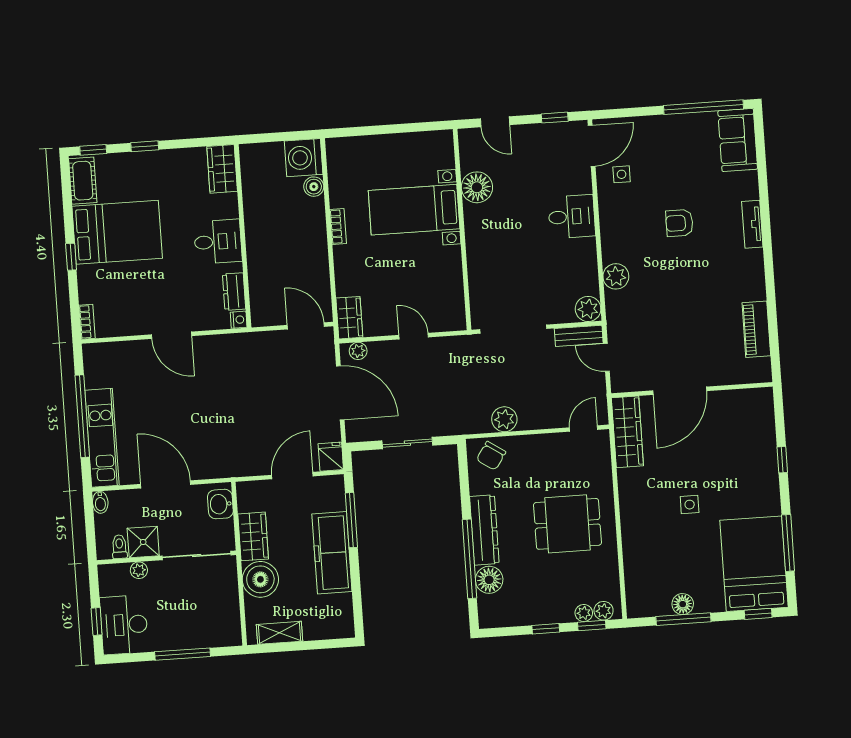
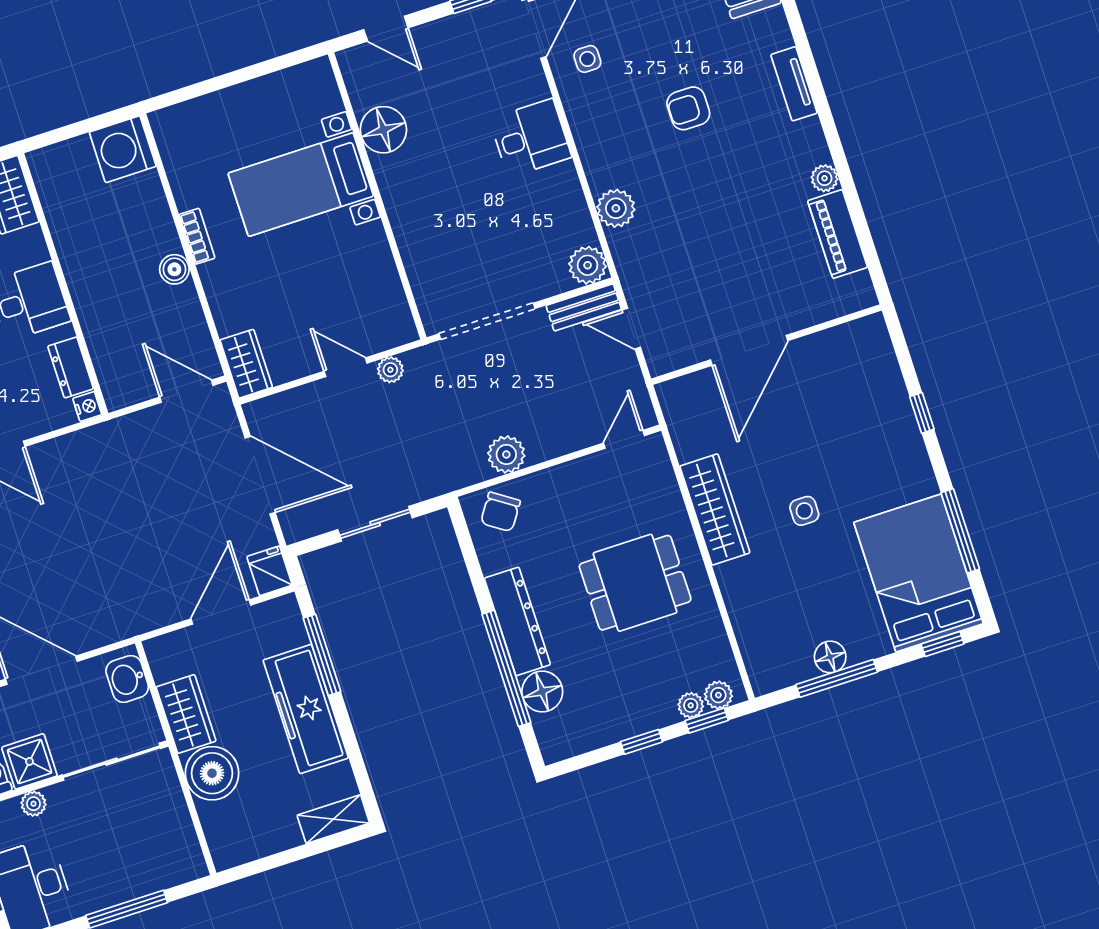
boiler: (314, 187) -> (174, 269), moved
plant: (757, 291) -> (825, 178), added
plant: (358, 351) -> (390, 370), moved
wardrobe: (627, 432) -> (715, 509), moved
shelving: (279, 633) -> (333, 819), moved

